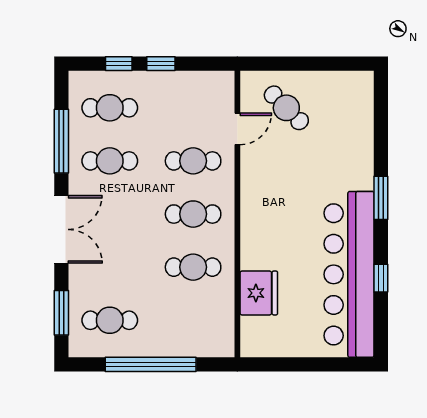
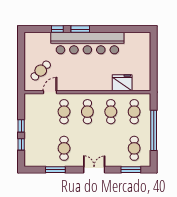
cafe table: (110, 108) -> (134, 112), moved
door: (237, 129) -> (50, 92), hinge flipped
window: (61, 141) -> (55, 170), width x0.69
double door: (61, 229) -> (94, 170), width x0.73
bar counter: (349, 274) -> (87, 43), moved
window: (381, 278) -> (57, 29), moved

